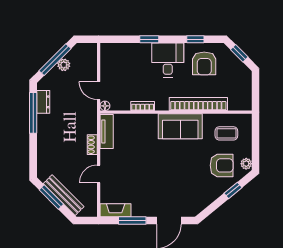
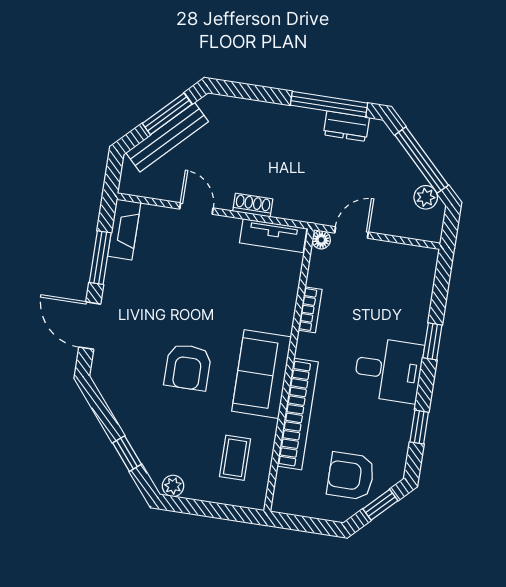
armchair: (204, 63) -> (351, 476), moved
plant: (64, 65) -> (426, 197), moved
armchair: (222, 165) -> (188, 367), moved

